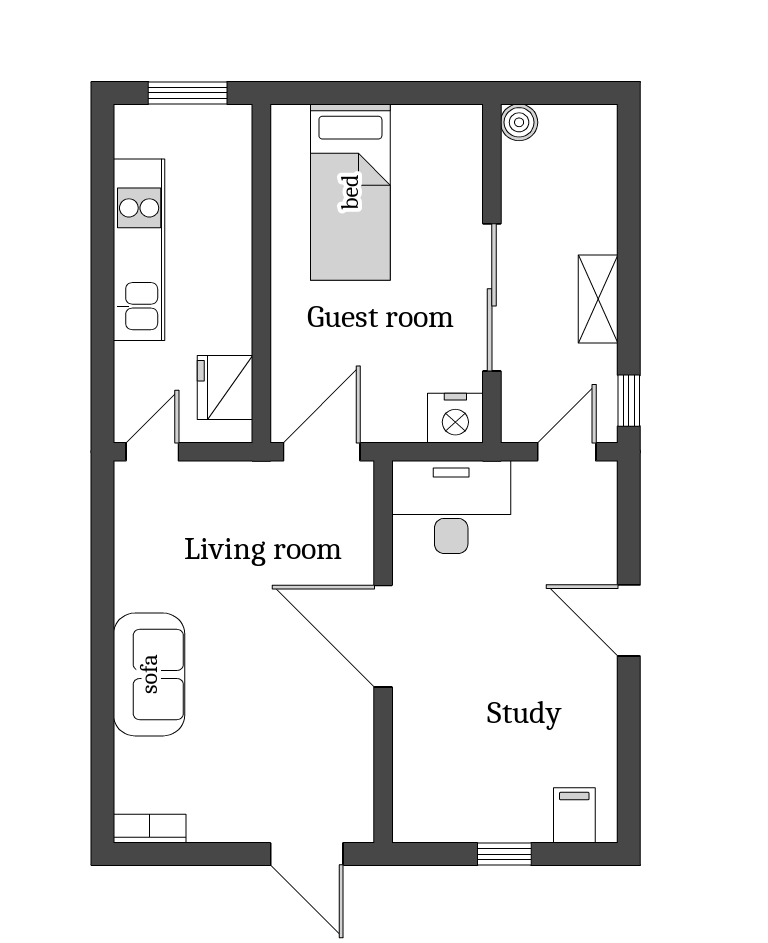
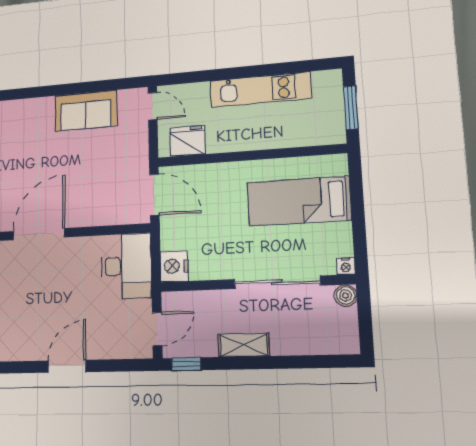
nightstand: (469, 119) -> (346, 266), added
sliding door: (492, 297) -> (277, 282), moved
door: (567, 452) -> (157, 329), hinge flipped
door: (383, 636) -> (39, 234), moved
sofa: (149, 674) -> (86, 111), moved

